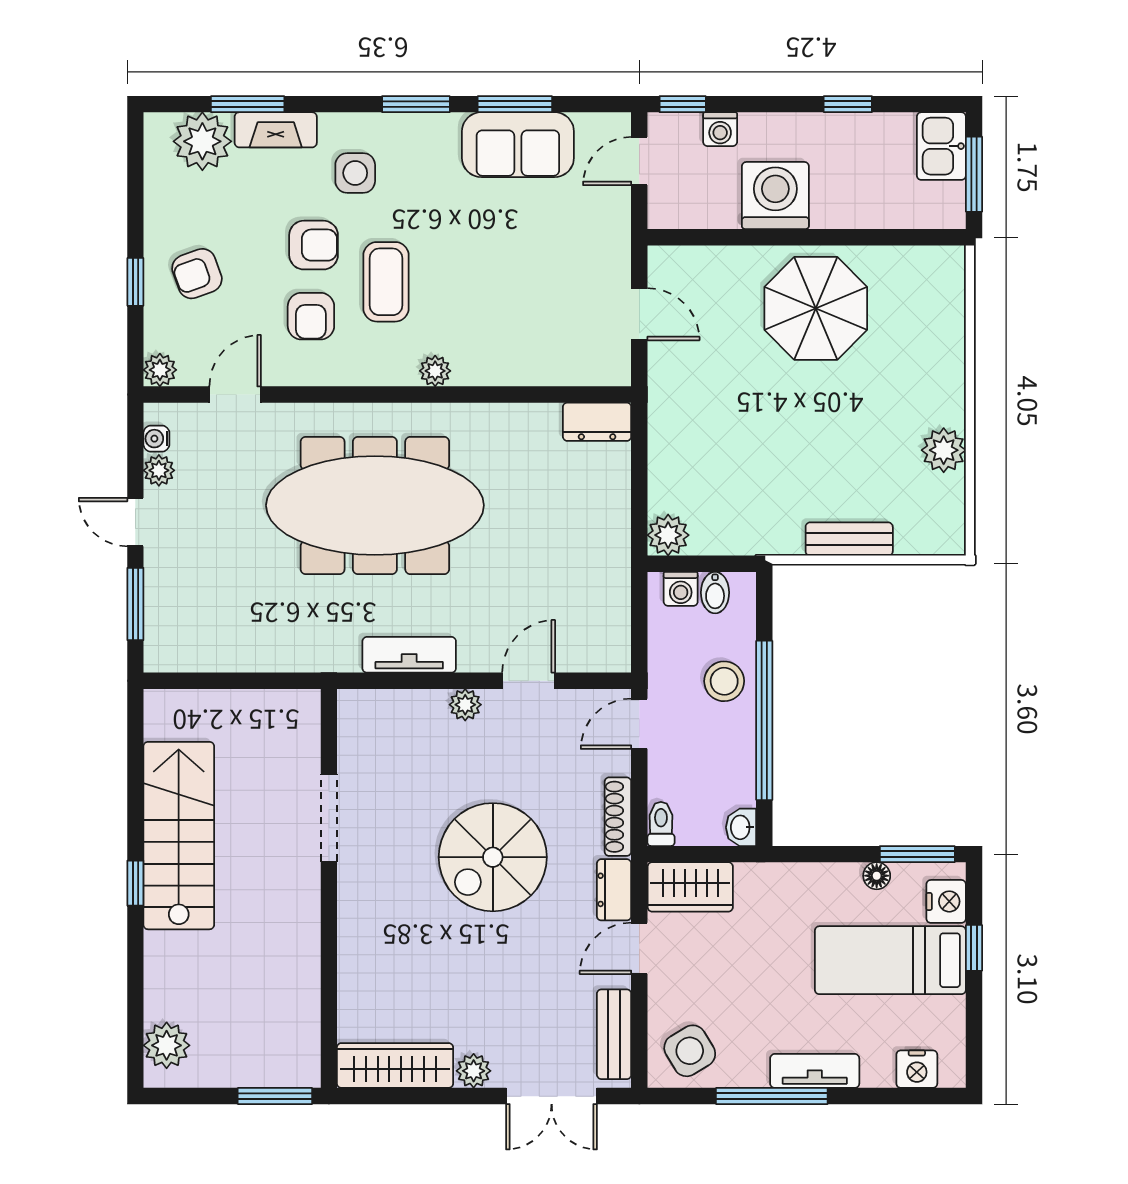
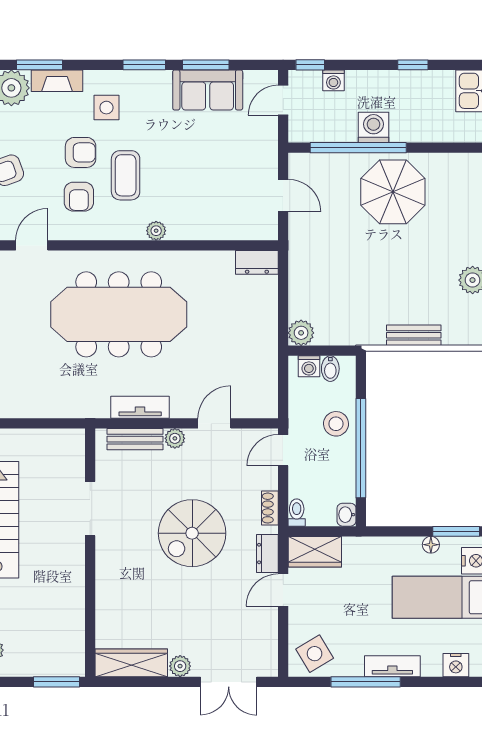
washing machine: (775, 196) -> (373, 127), width x0.73, depth x0.73
window: (760, 237) -> (358, 148), added
shoe rack: (618, 817) -> (270, 508), width x0.70
bench: (614, 1034) -> (135, 439), moved, turned 90

